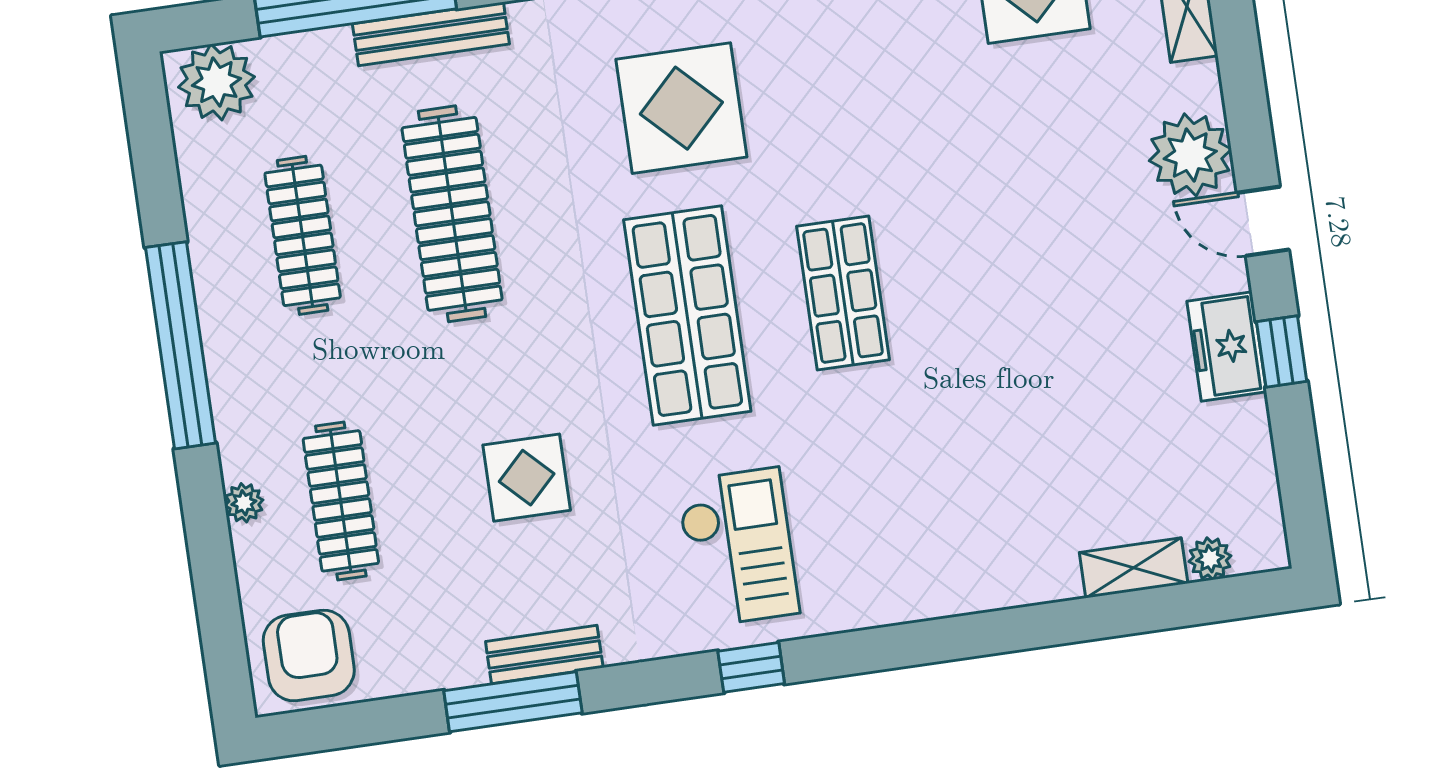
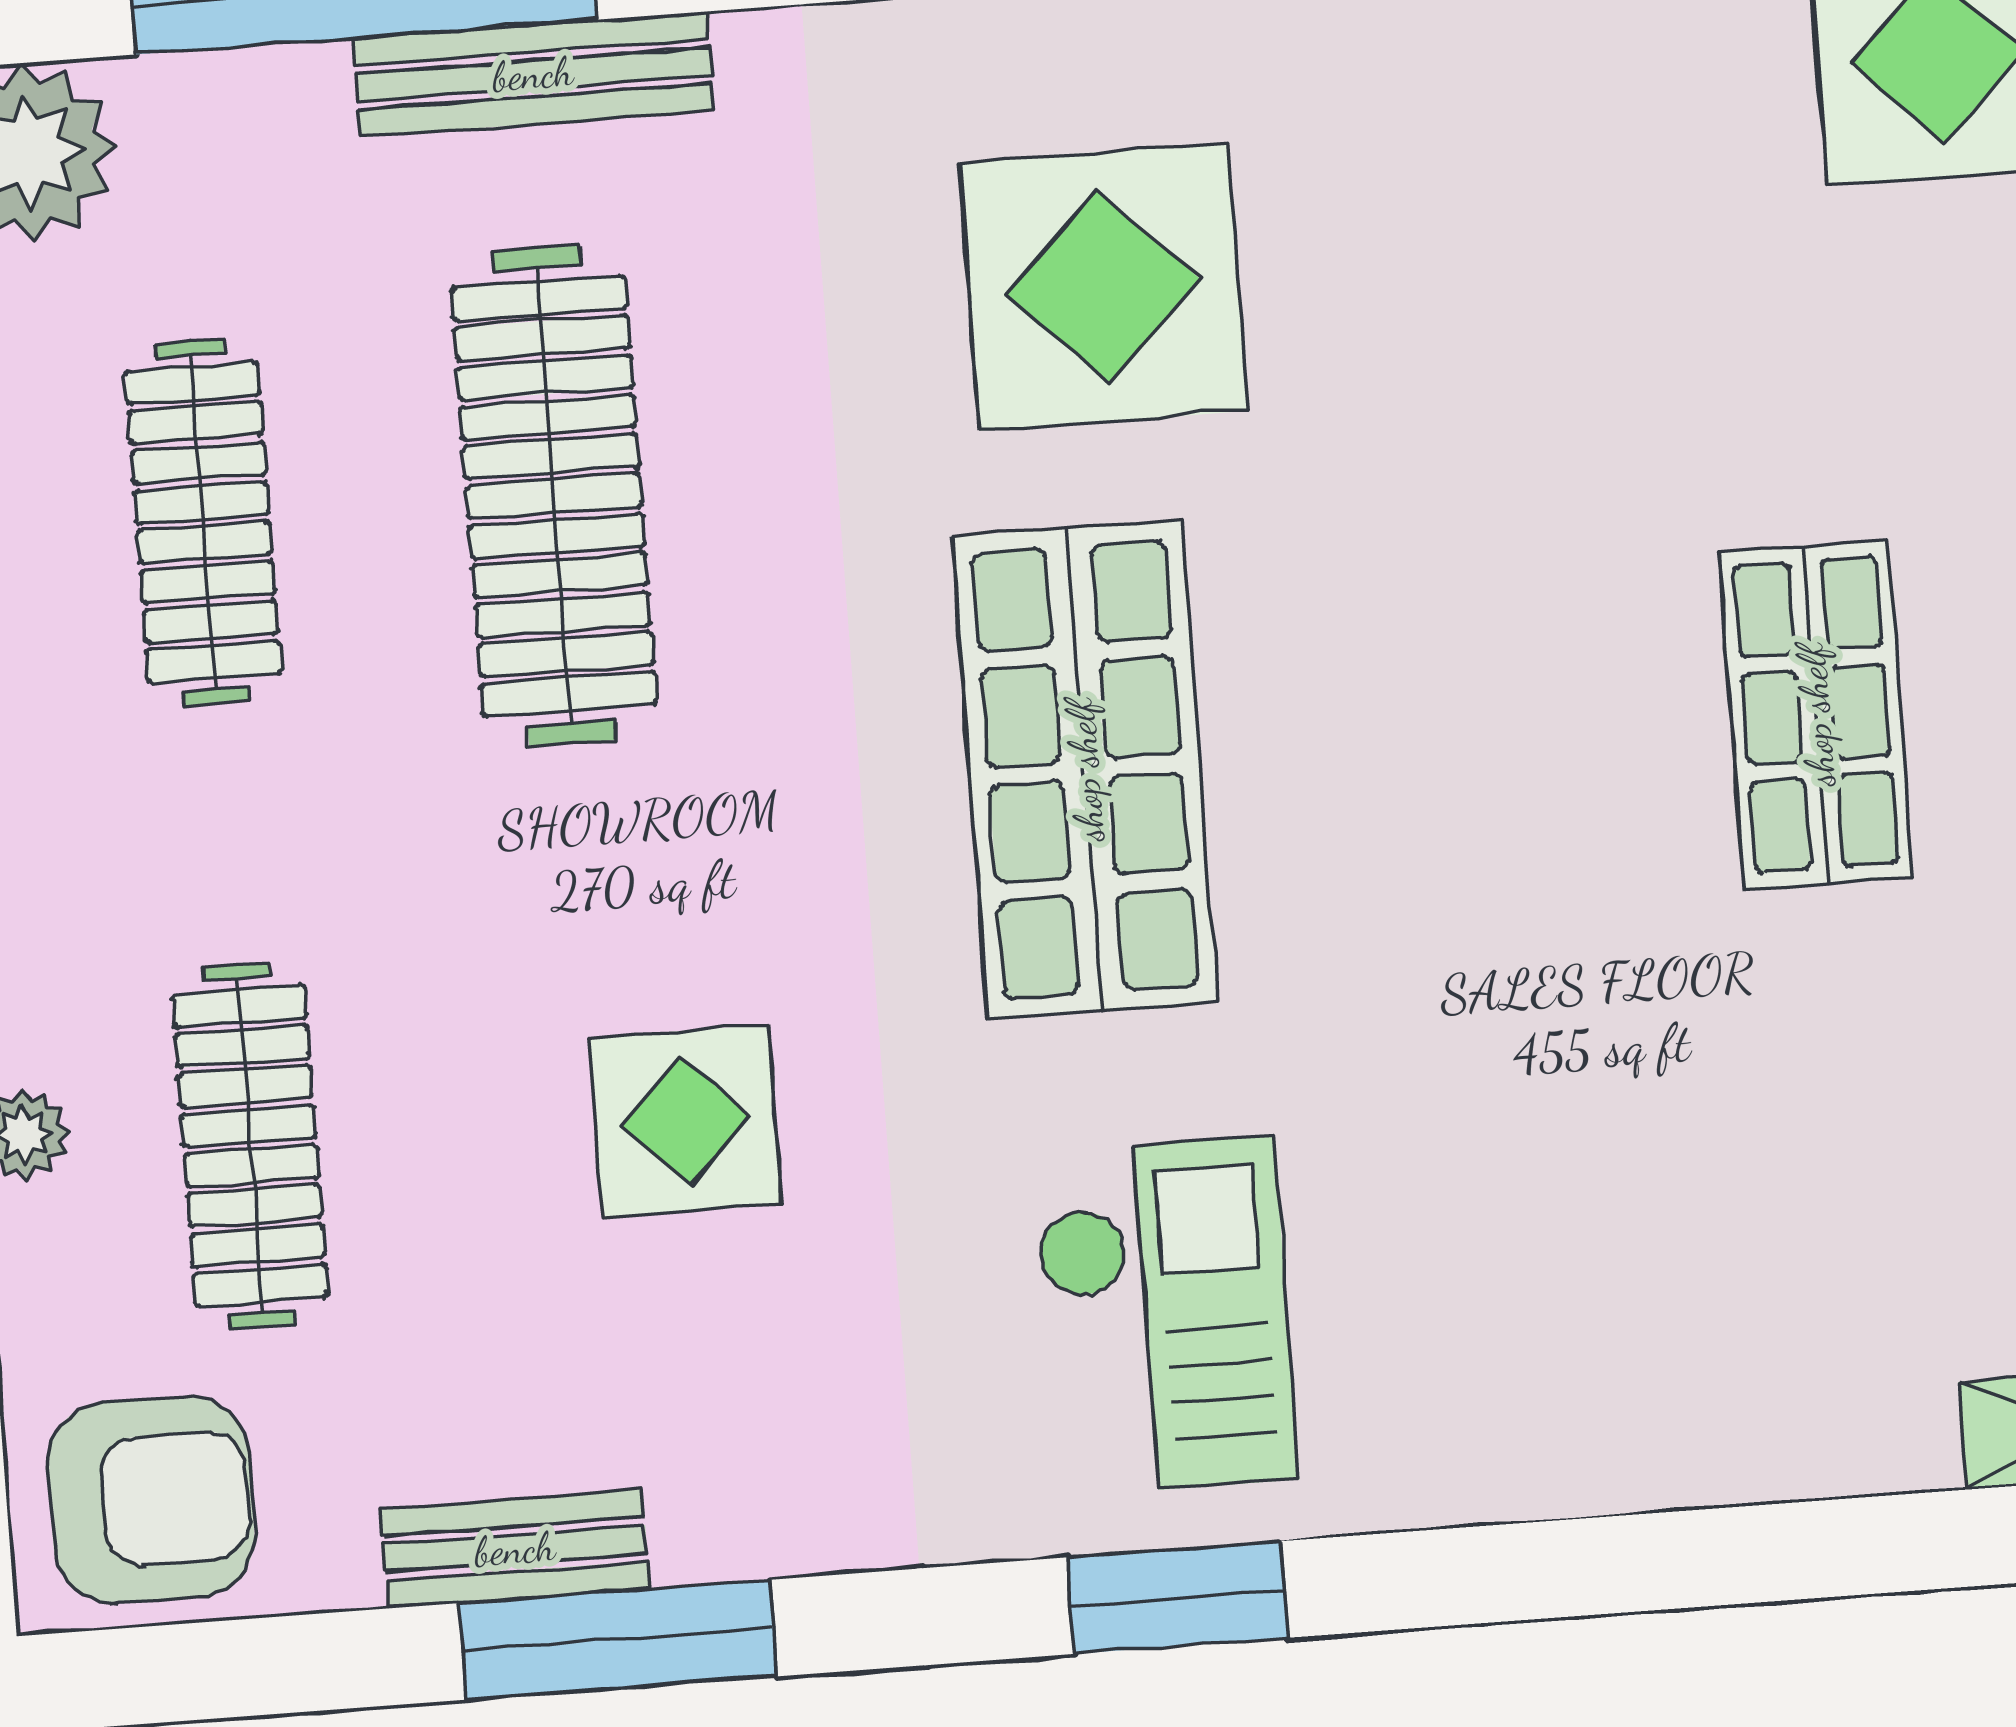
shop shelf: (843, 293) -> (1816, 715), moved
armchair: (309, 655) -> (151, 1500), turned 90
bench: (544, 655) -> (515, 1549), moved
window: (751, 667) -> (1177, 1598), width x1.50

